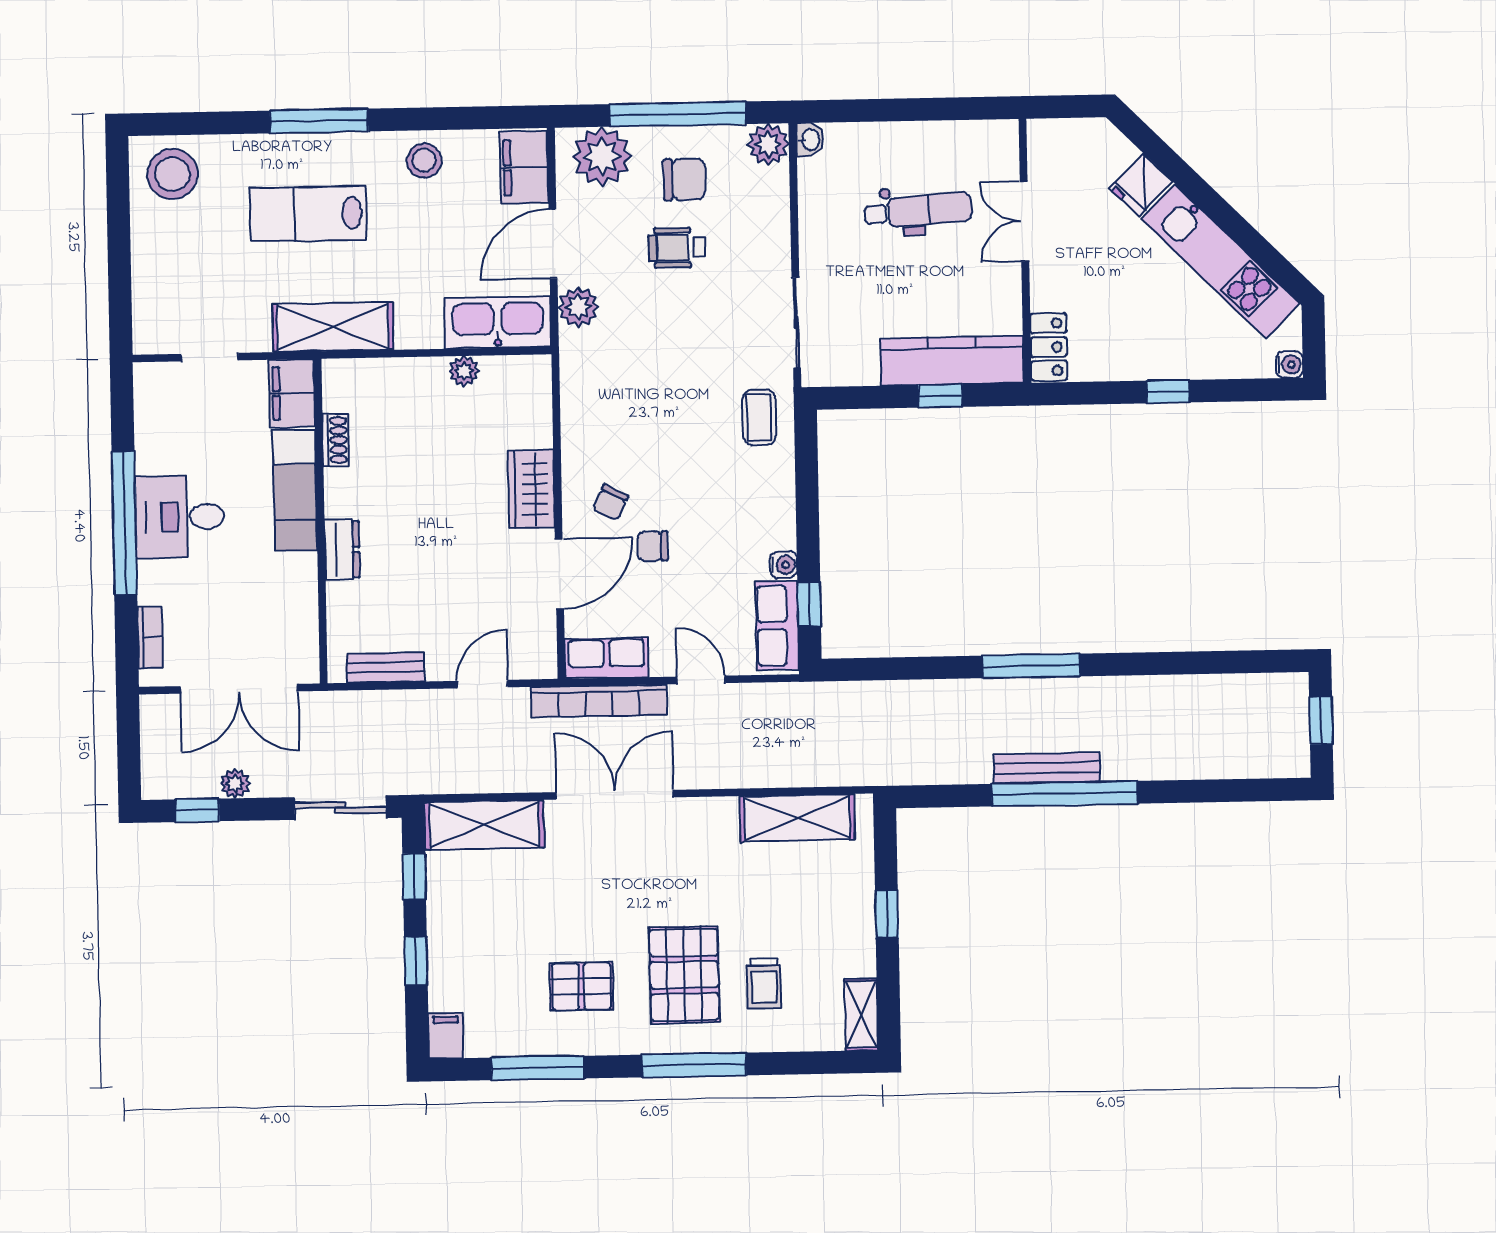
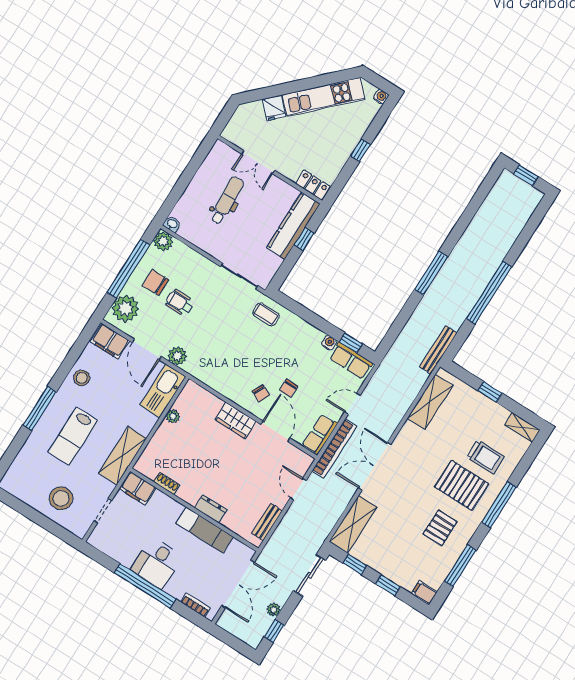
stool: (172, 174) -> (61, 498), moved
chair: (685, 179) -> (155, 282), turned -90
wheelchair: (677, 248) -> (180, 303), turned 90
exam couch: (295, 490) -> (205, 530), moved
bench: (1047, 768) -> (438, 350), moved
trolley: (764, 983) -> (485, 457), width x1.36, depth x1.39

